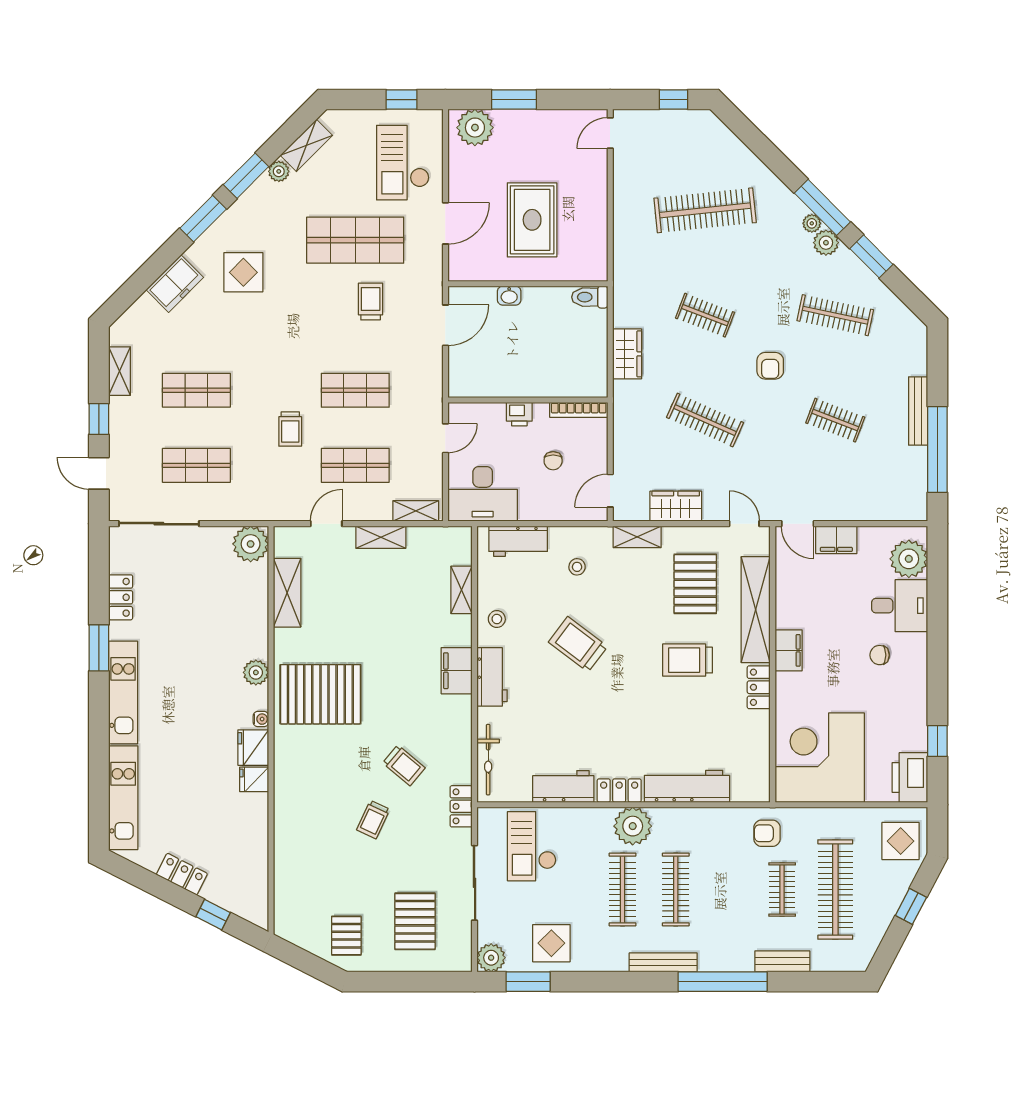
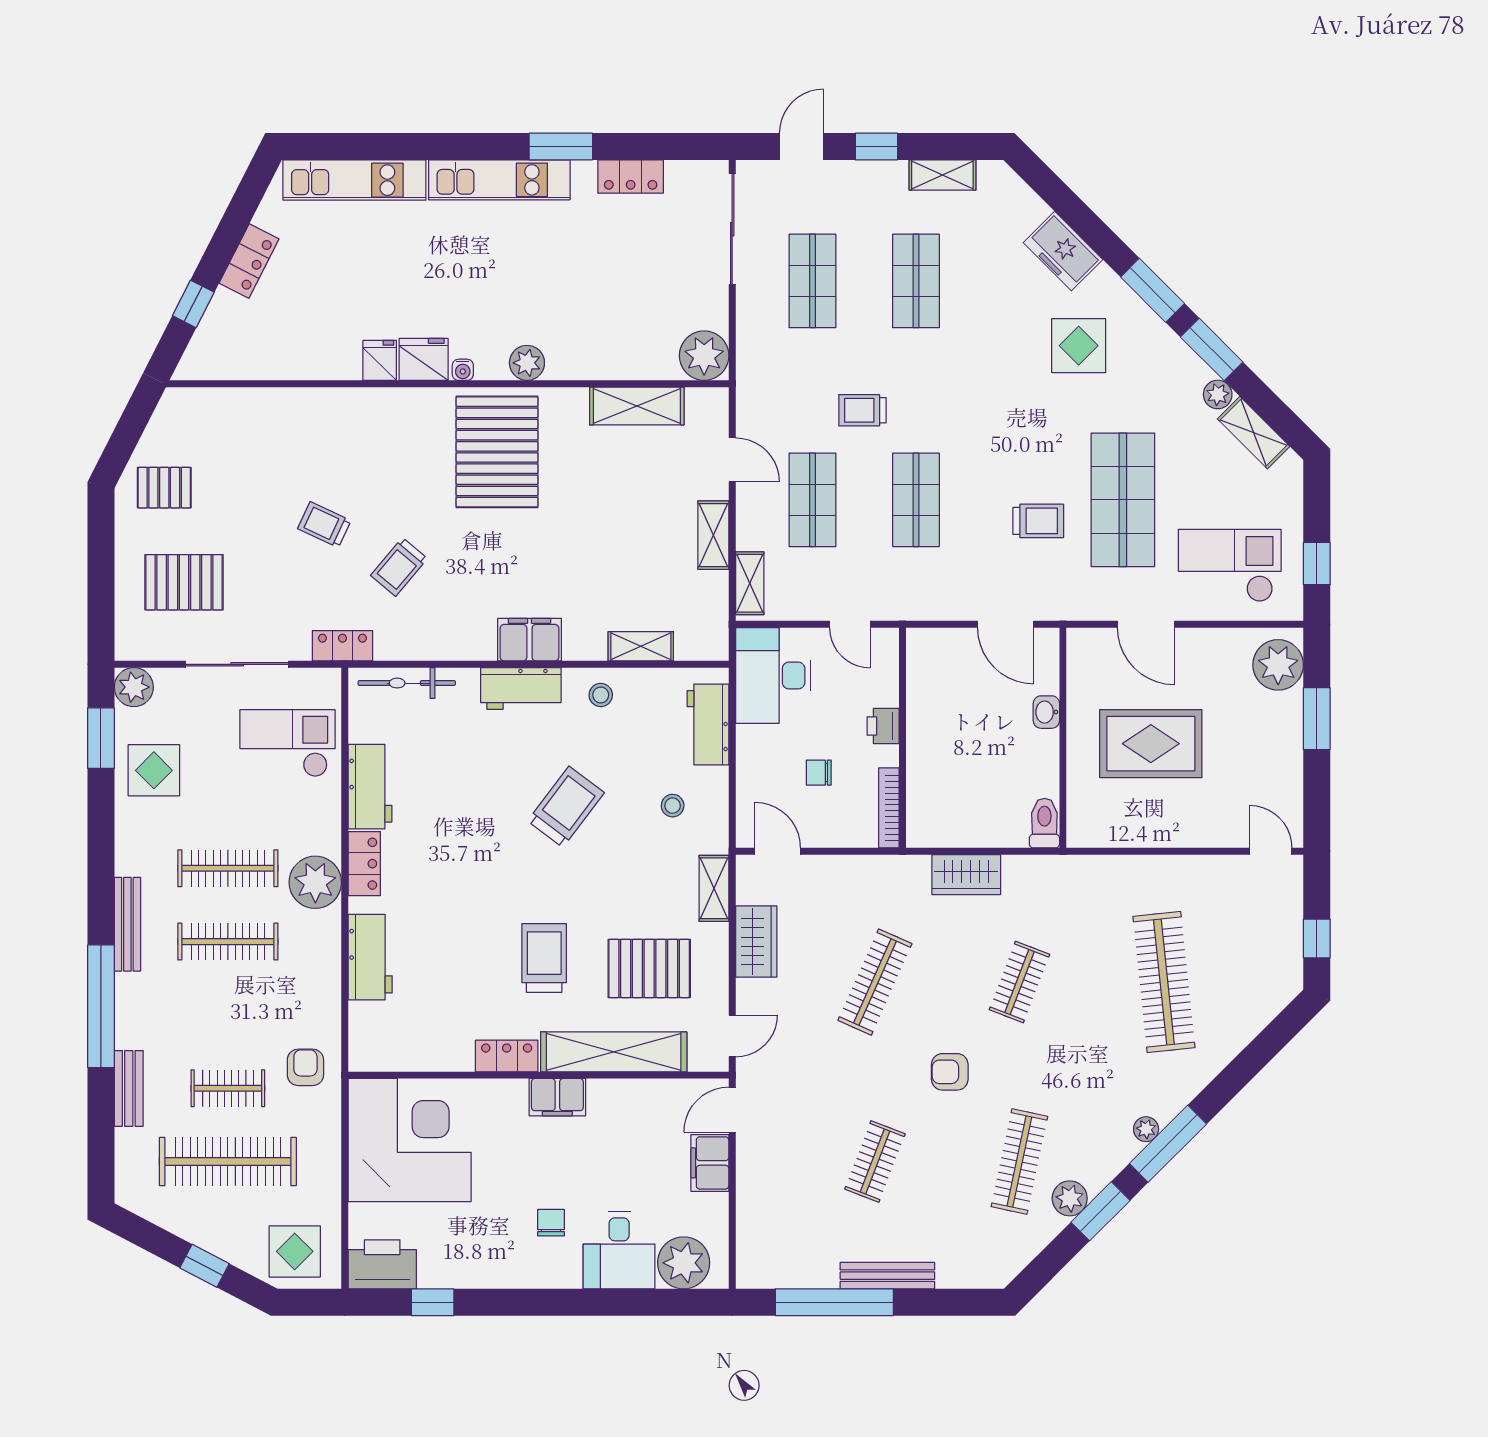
plant: (826, 243) -> (1070, 1198), moved
workbench: (687, 786) -> (370, 957), width x0.73

